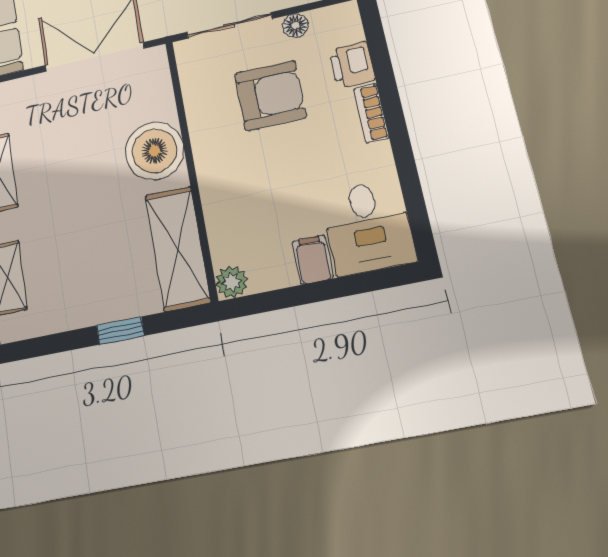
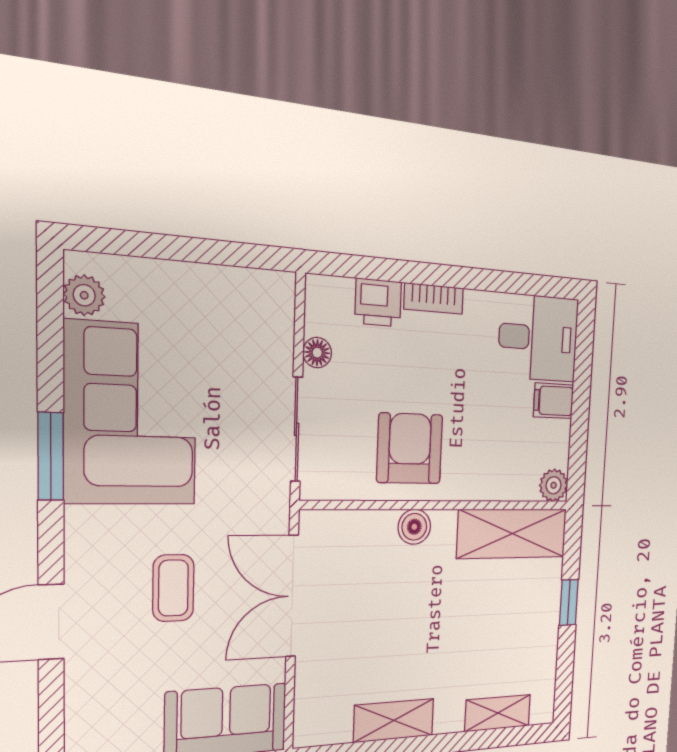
armchair: (270, 96) -> (410, 449), moved
boiler: (154, 151) -> (414, 527), width x0.54, depth x0.54

